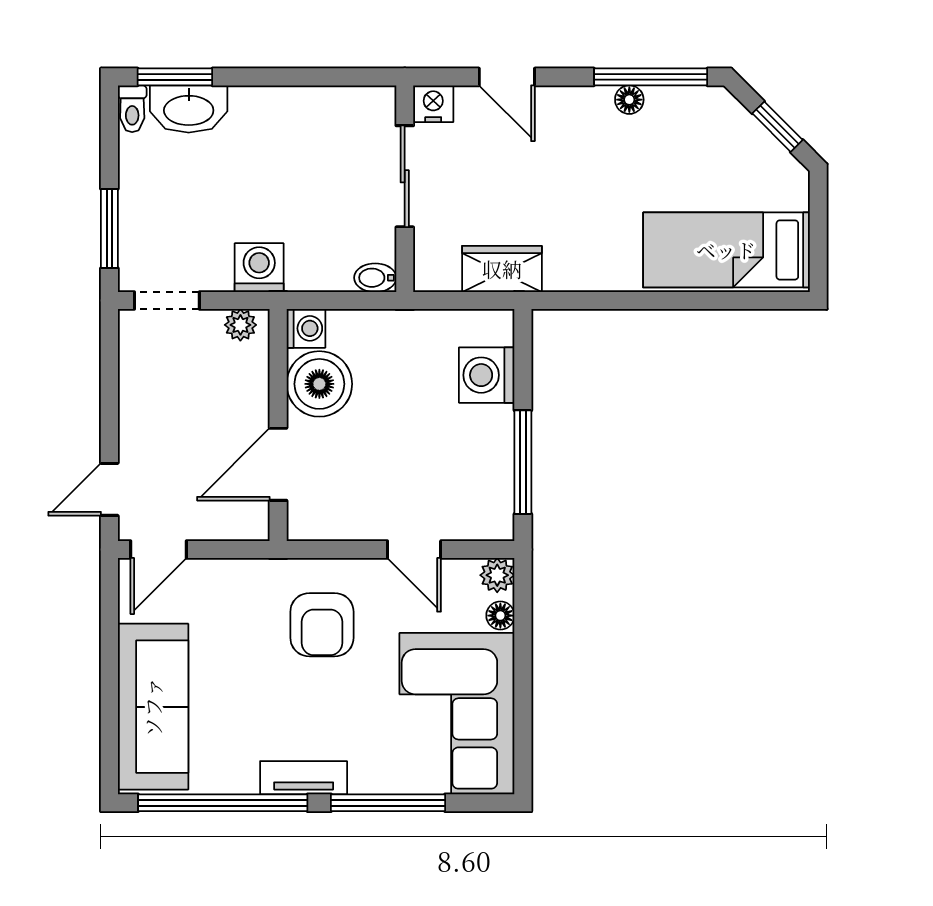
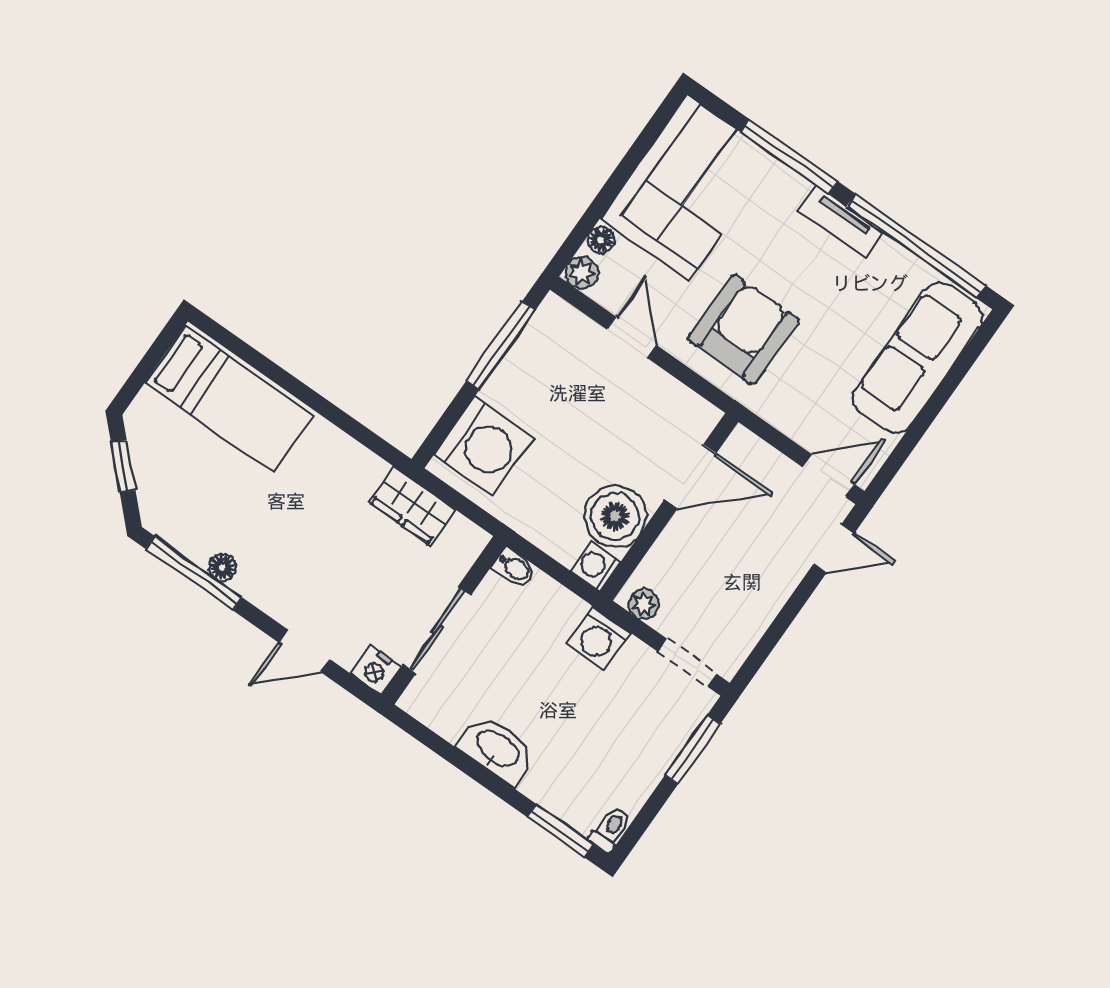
door: (507, 77) -> (305, 651), swing flipped
washbasin: (189, 109) -> (497, 750), moved
washing machine: (487, 375) -> (484, 446), width x1.37, depth x1.37
armchair: (322, 625) -> (743, 329), width x1.36, depth x1.36

